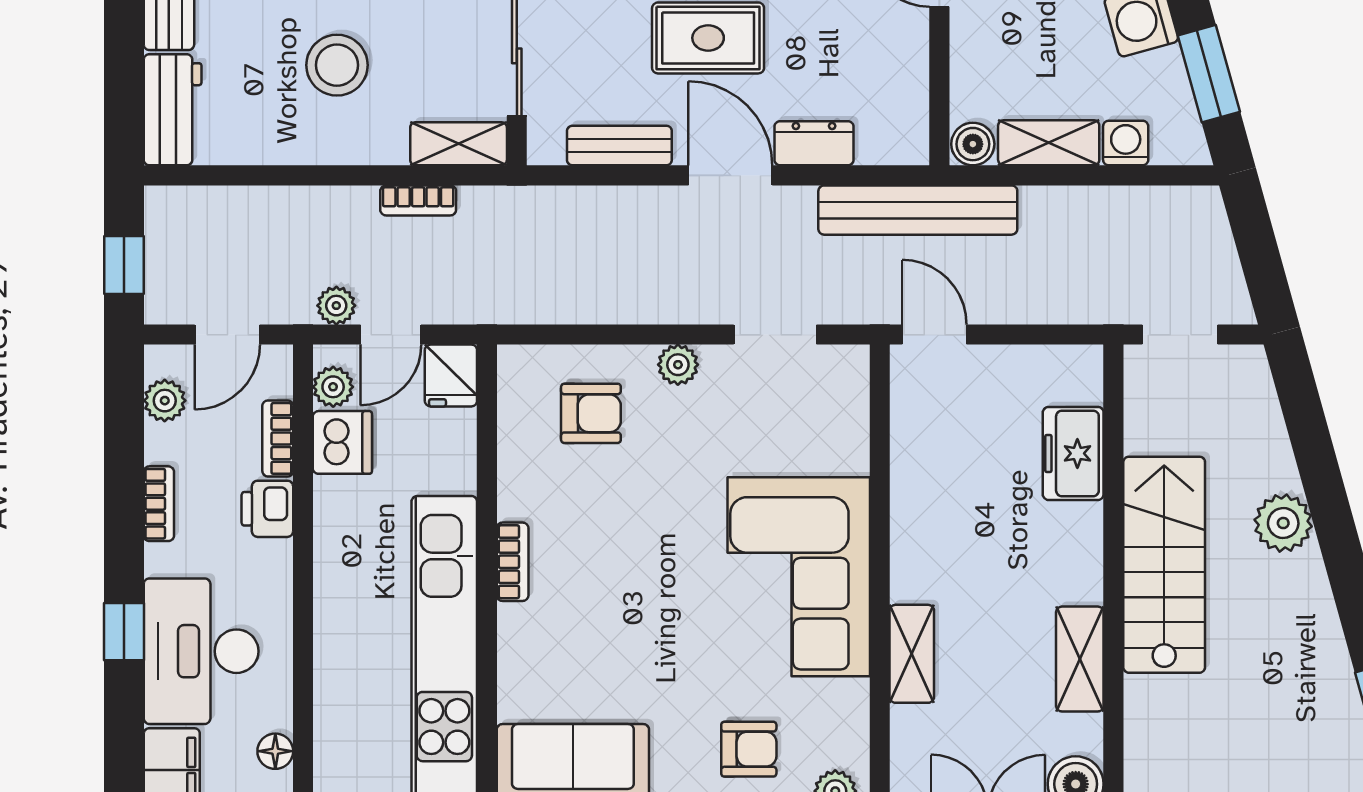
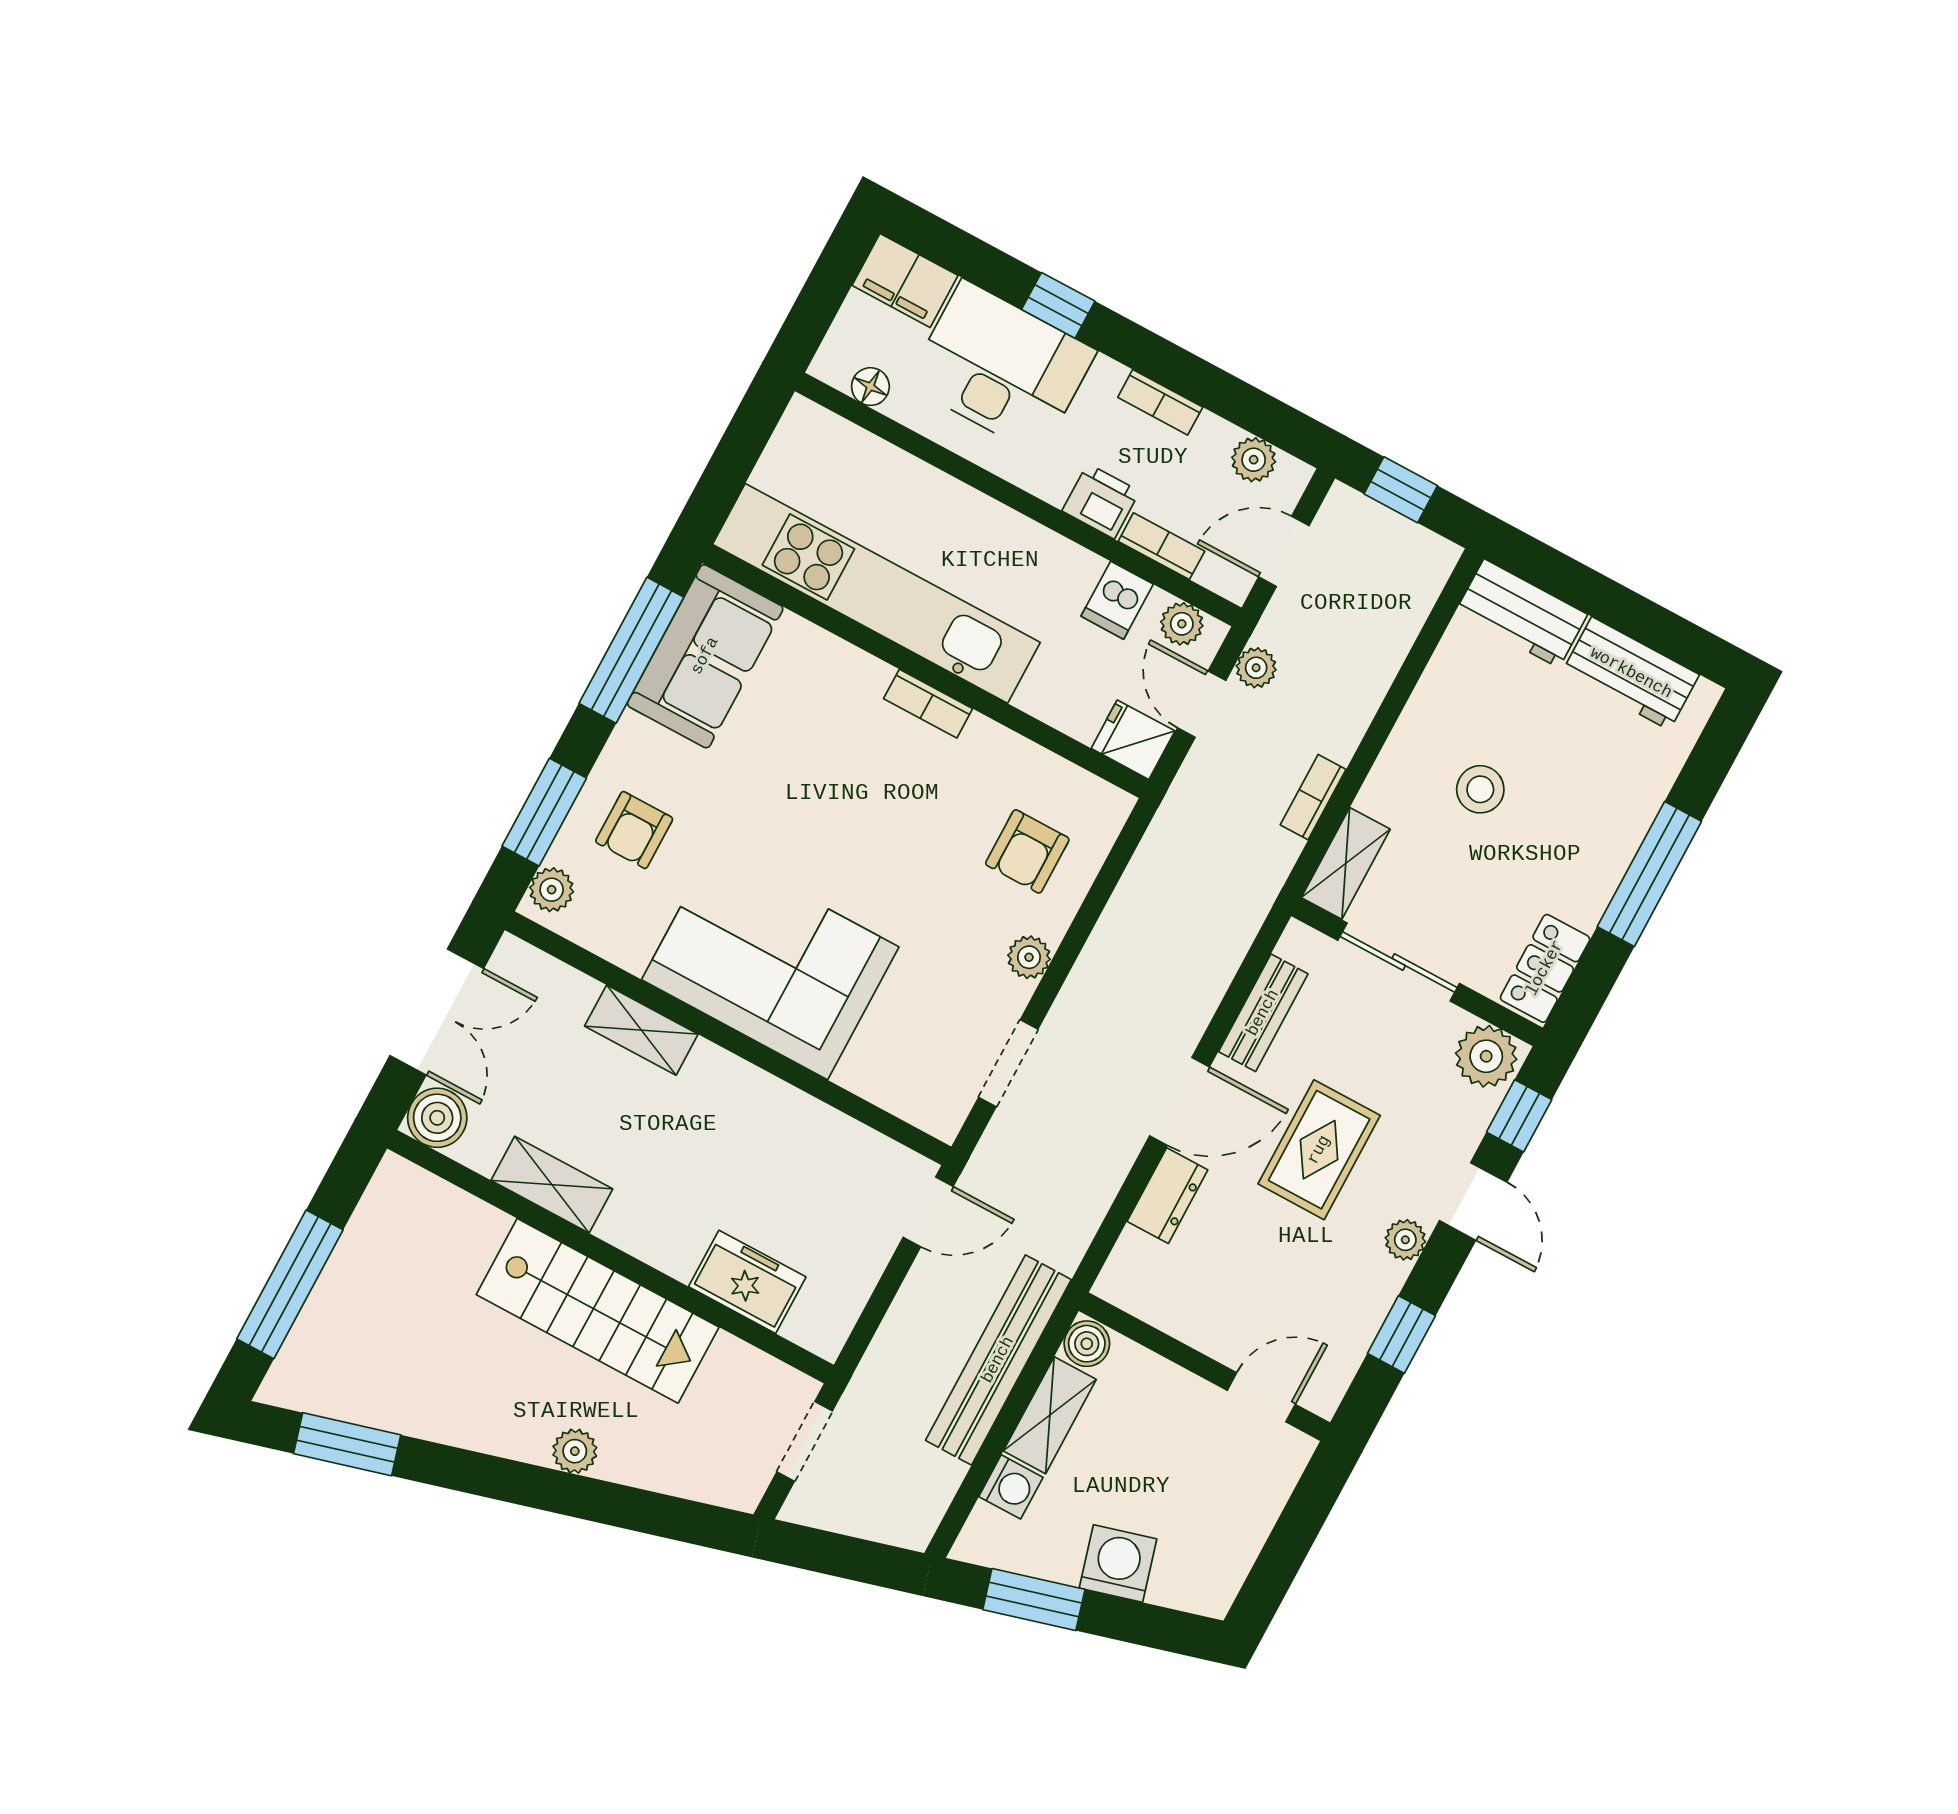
stool: (337, 65) -> (1480, 789), width x0.73, depth x0.73
bench: (918, 210) -> (998, 1360), moved
door: (227, 335) -> (1284, 551), hinge flipped
dishwasher: (342, 442) -> (1117, 600), width x0.73
plant: (1283, 523) -> (575, 1451), width x0.73, depth x0.73

